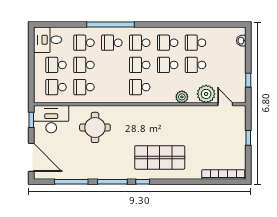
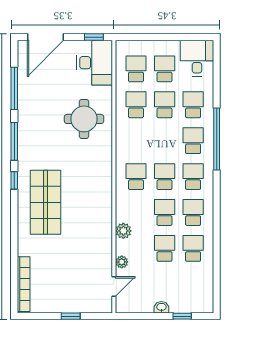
washbasin: (241, 41) -> (161, 307), moved
window: (248, 80) -> (182, 316), moved
plant: (206, 94) -> (122, 262), width x0.53, depth x0.53

